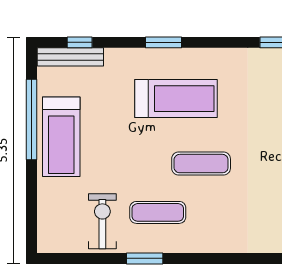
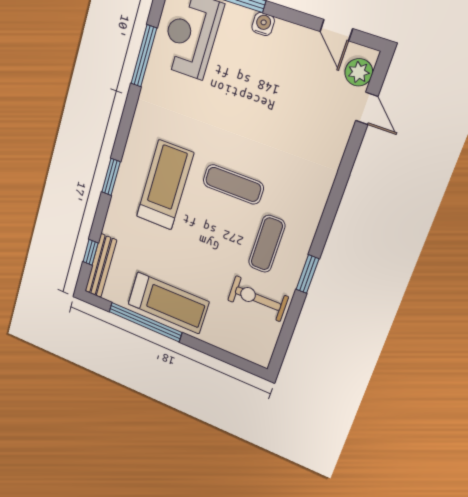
exercise mat: (201, 164) -> (233, 184), turned 90

